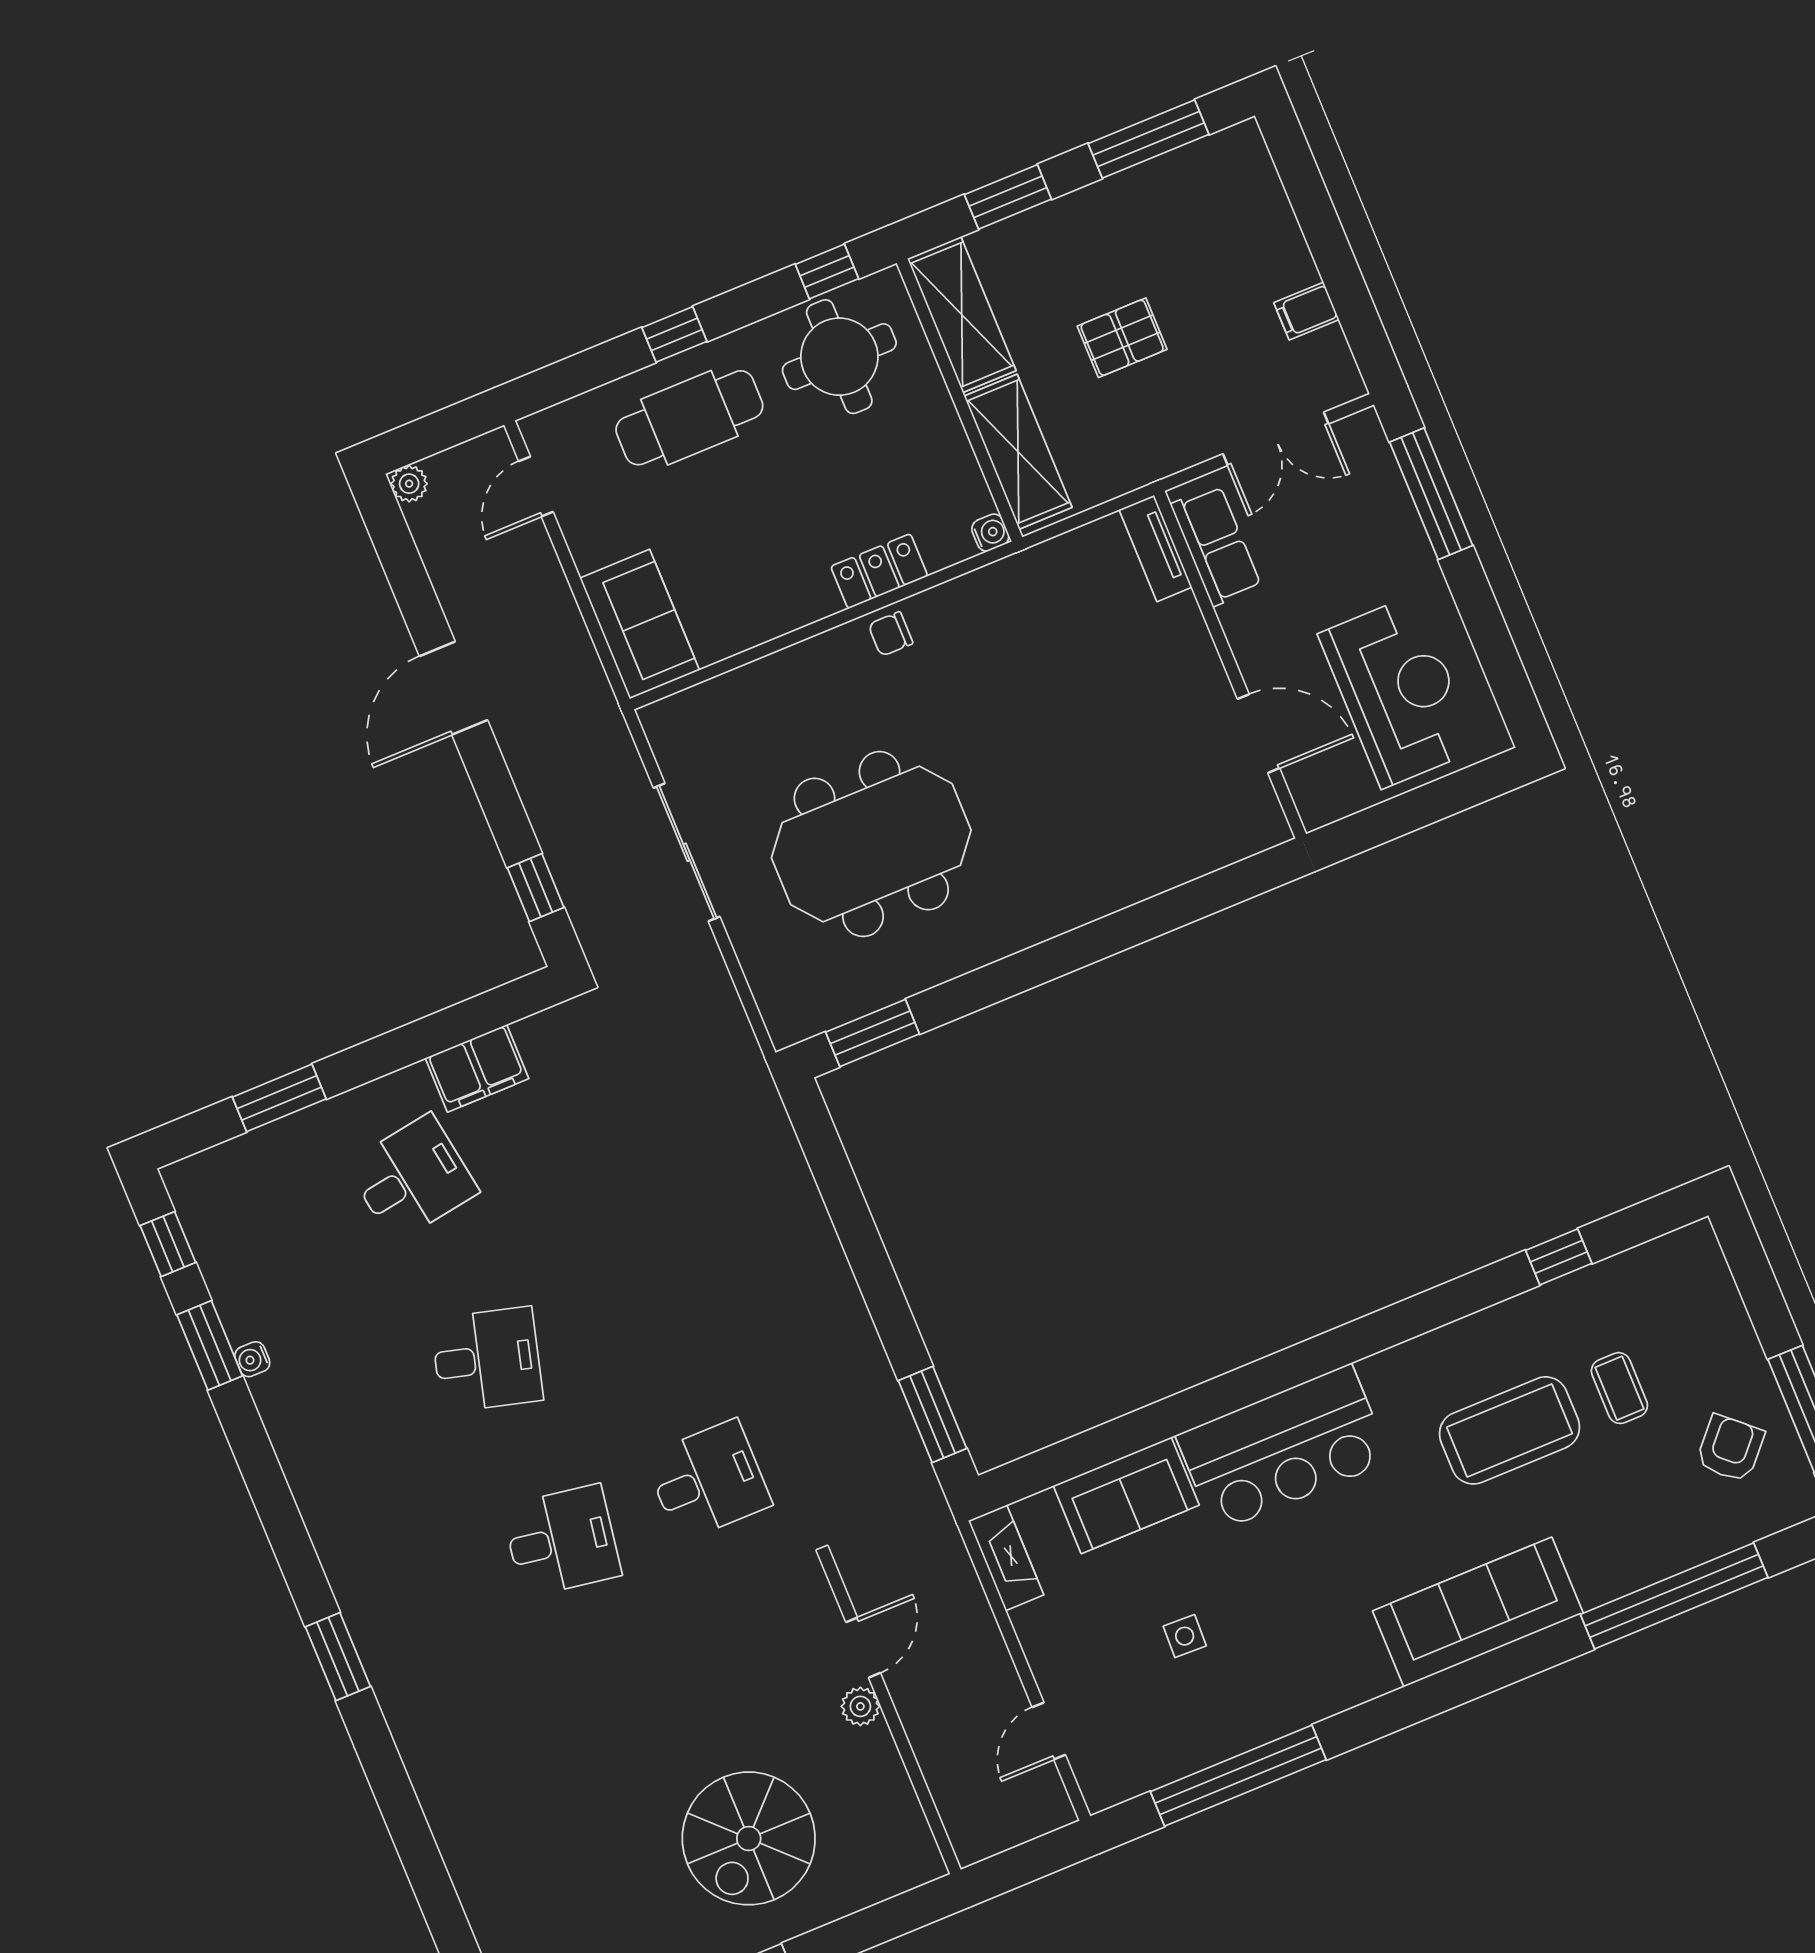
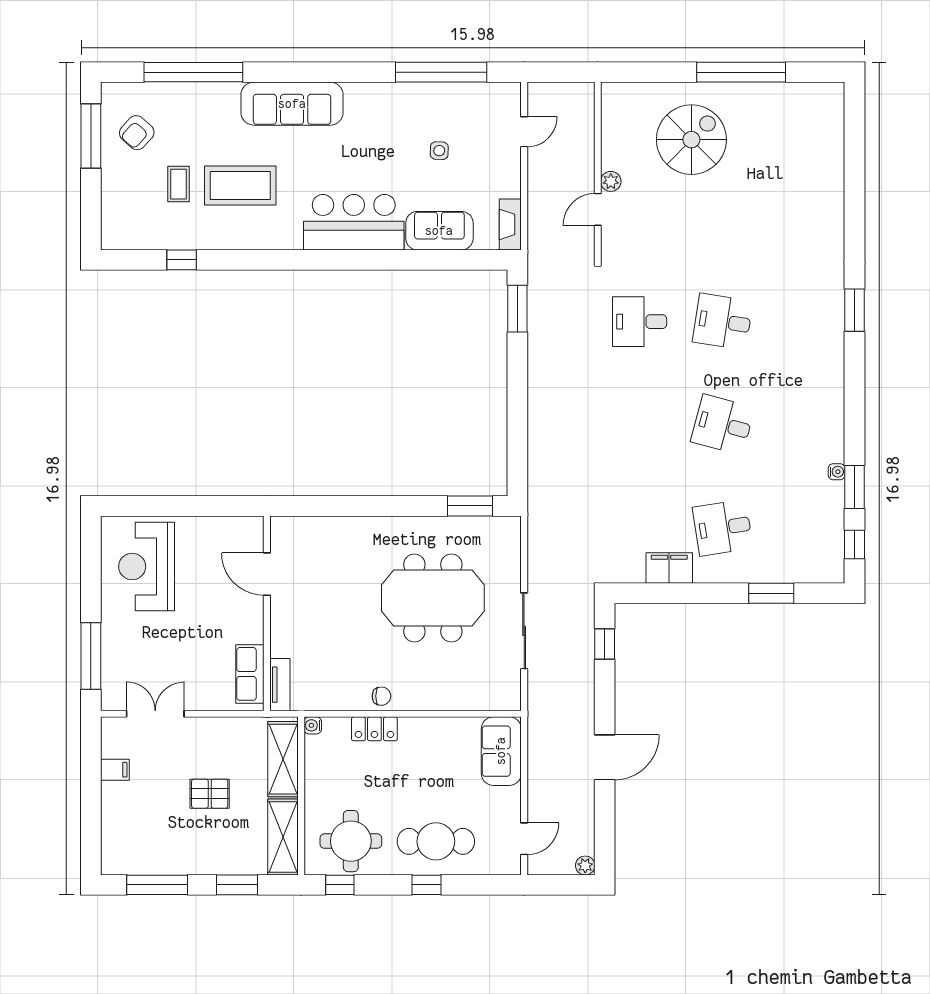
row of seats: (1216, 545) -> (250, 674), moved
tv unit: (1156, 548) -> (280, 685), moved
wall: (1230, 665) -> (267, 613), moved
door: (1258, 734) -> (267, 574), moved

